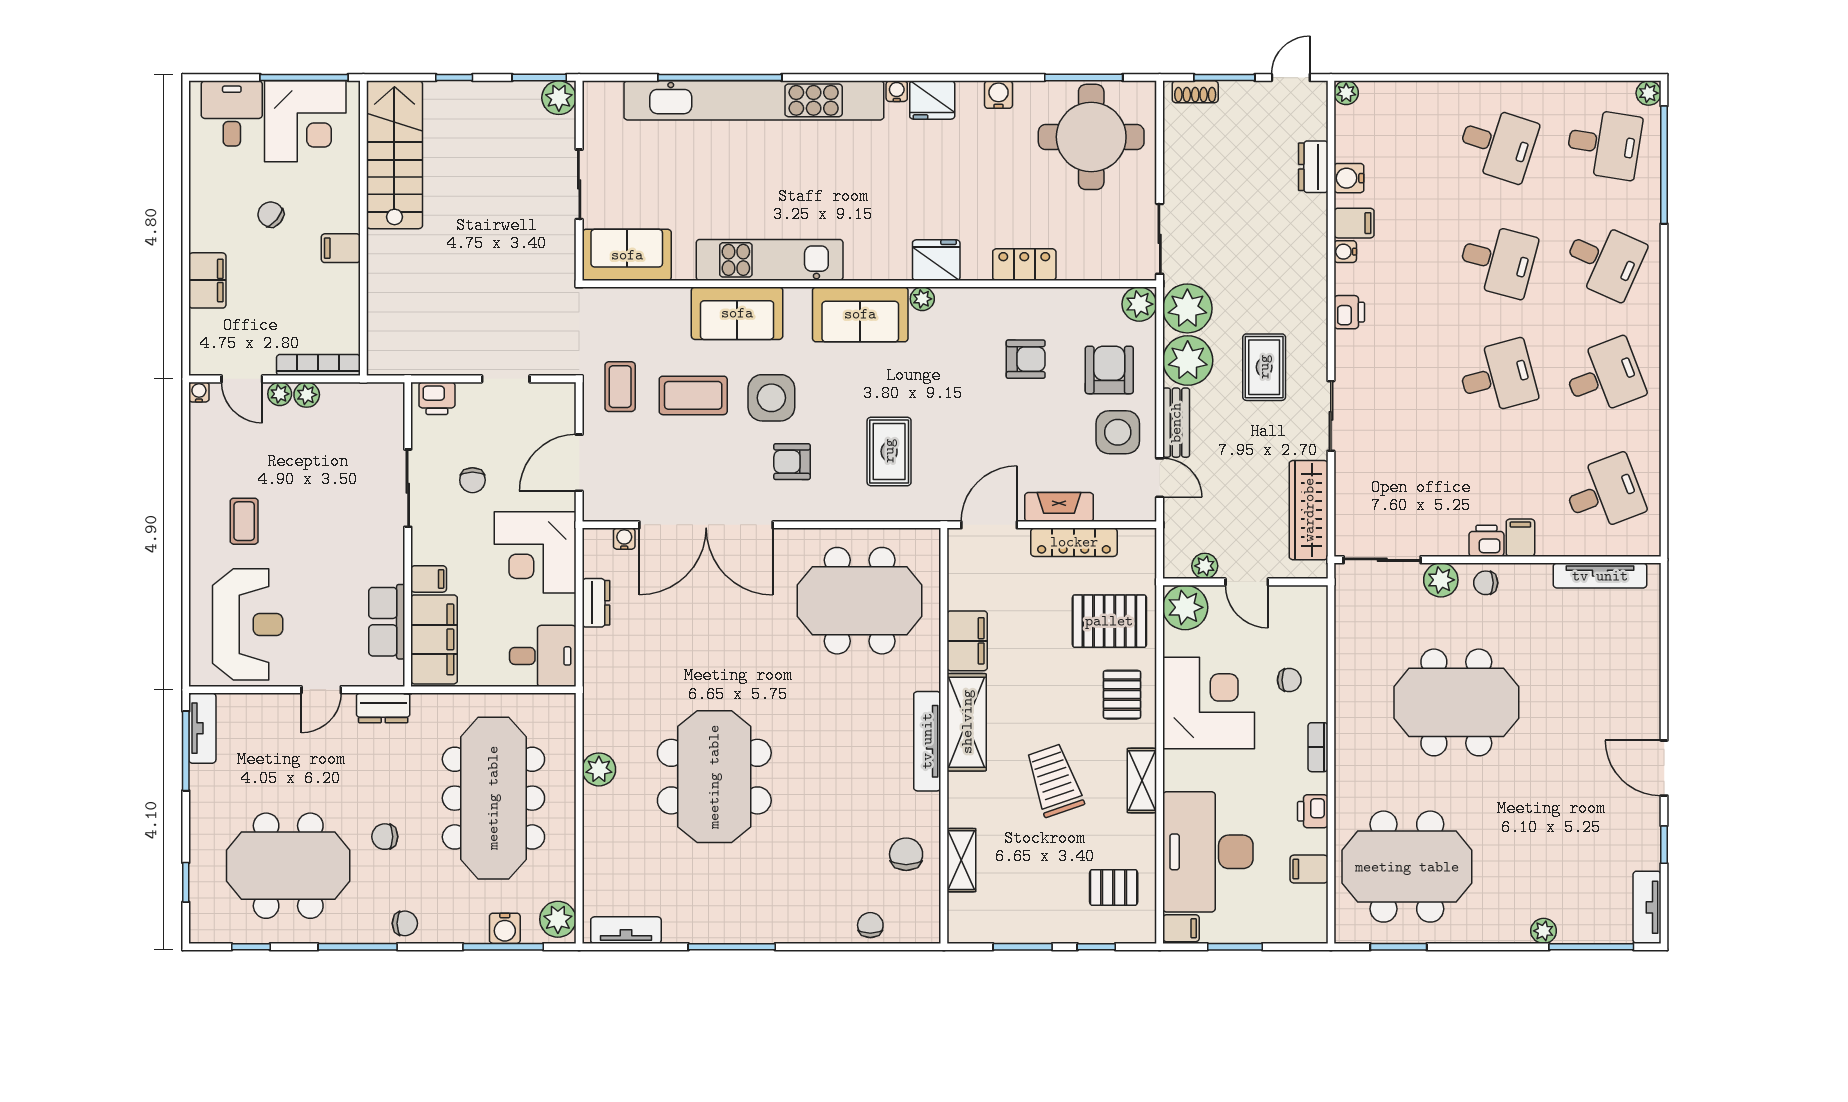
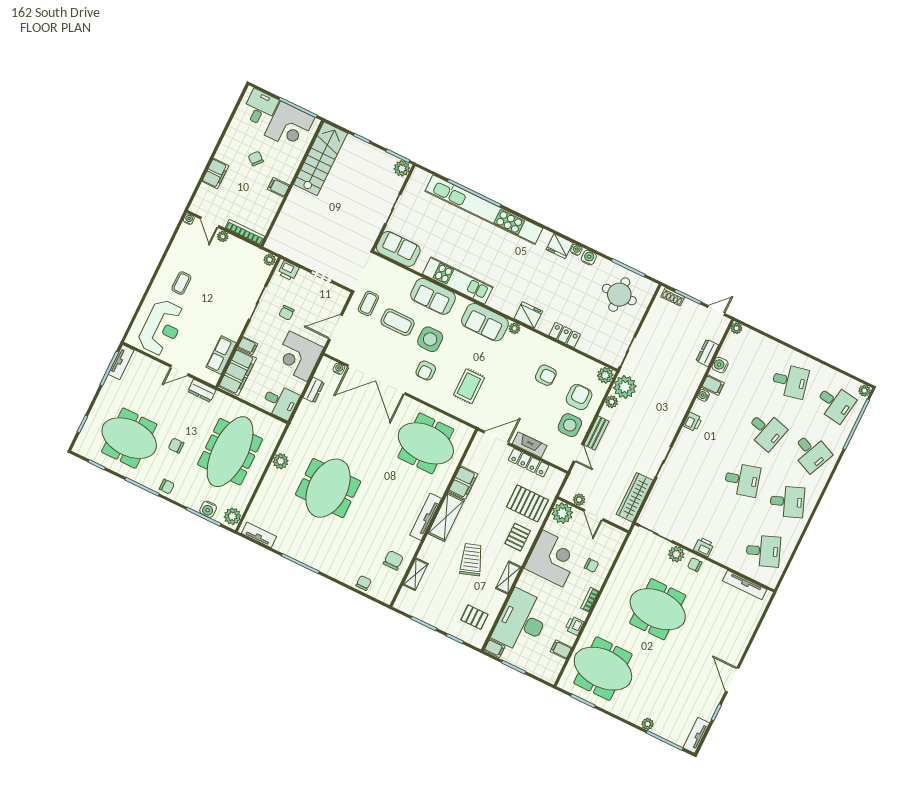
water cooler: (897, 91) -> (576, 250), moved
round table: (1091, 137) -> (619, 295), width x0.73, depth x0.73
desk: (1497, 144) -> (790, 381), turned -30
plant: (1188, 360) -> (612, 402), width x0.53, depth x0.53
rug: (1264, 367) -> (645, 428), removed
plant: (307, 395) -> (270, 260), moved
armchair: (792, 462) -> (426, 371), turned -90
filing cabinet: (1520, 538) -> (719, 553), removed

